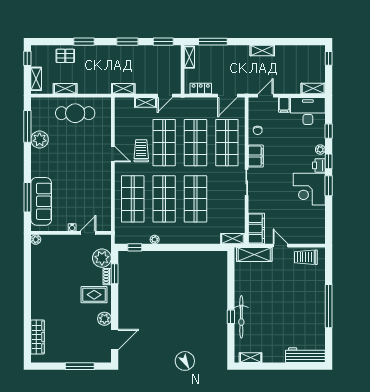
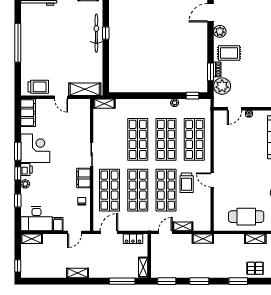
filing cabinet: (256, 228) -> (28, 113), moved, turned 180

